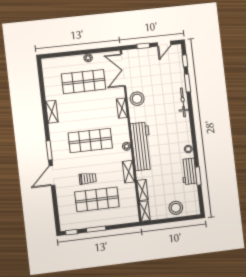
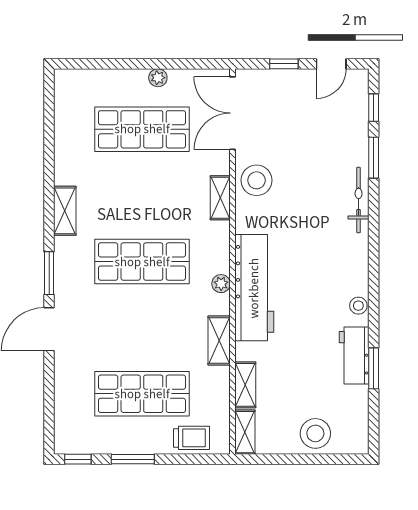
shelving: (52, 112) -> (65, 211), moved
trolley: (88, 179) -> (191, 438), moved

